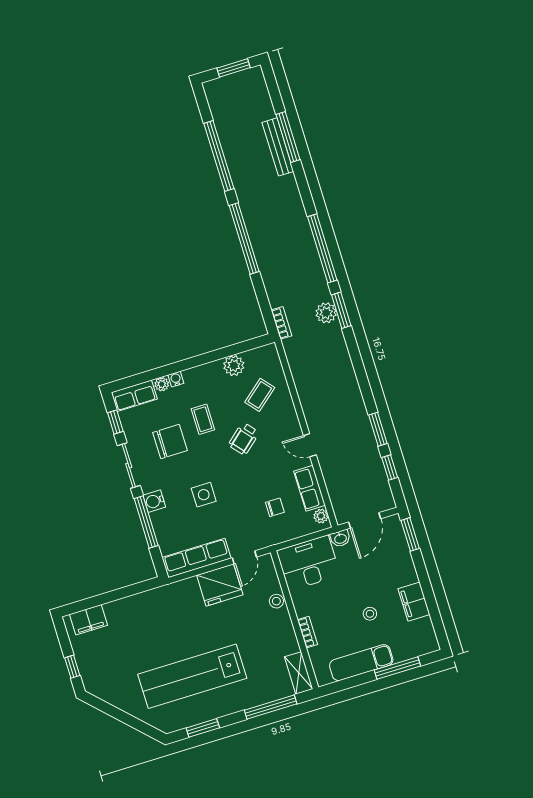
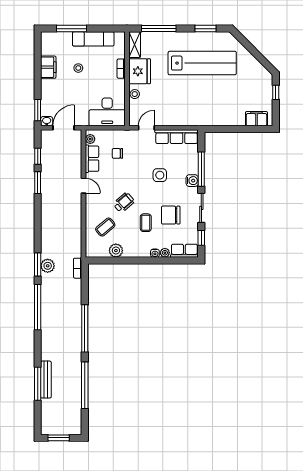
washbasin: (340, 538) -> (47, 121), moved
fridge: (220, 585) -> (140, 71), moved, turned 90

